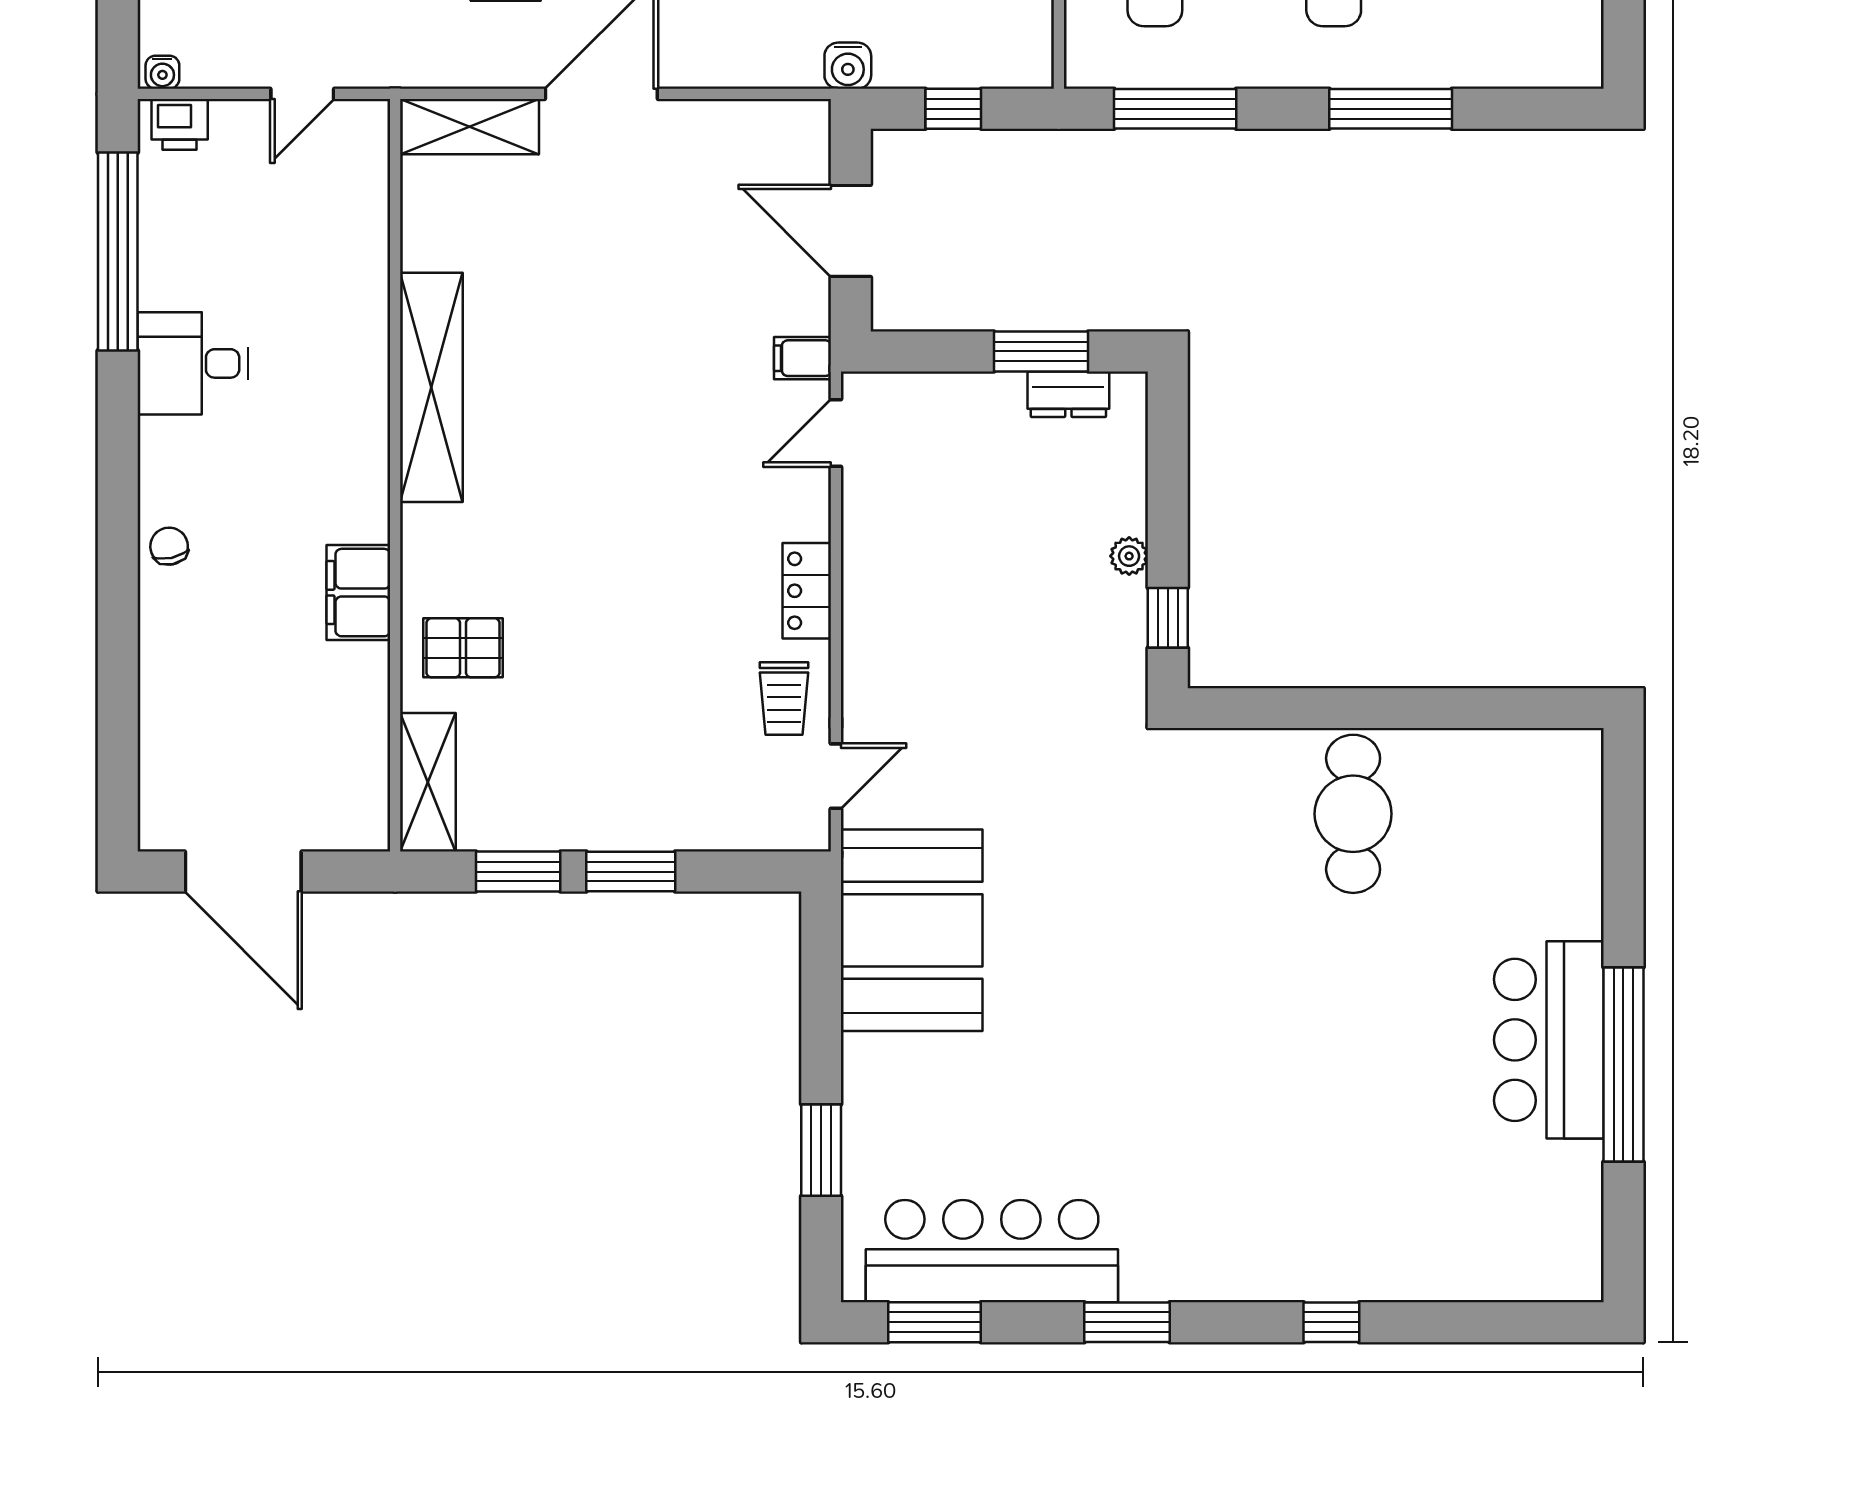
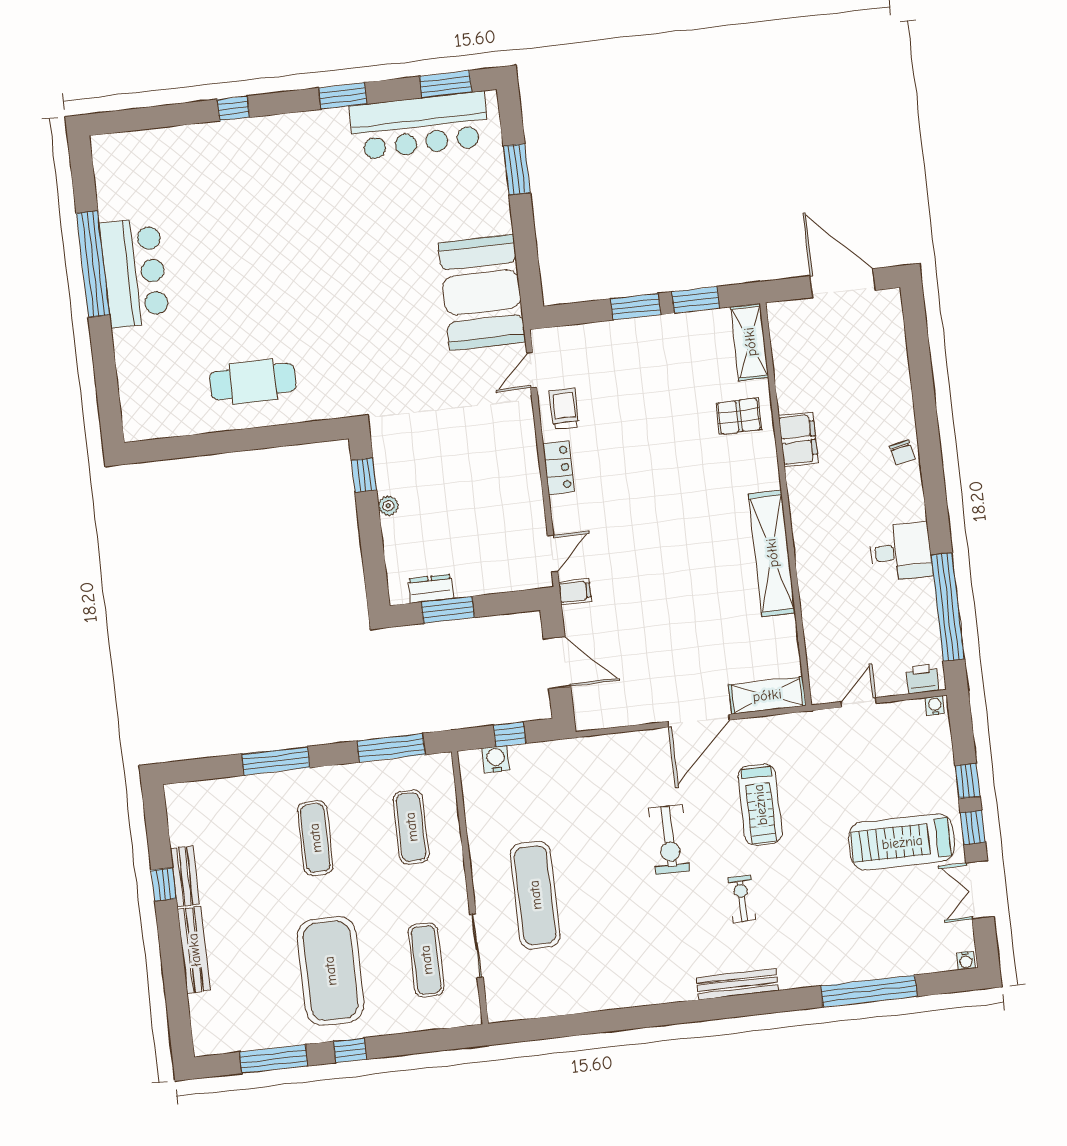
water cooler: (848, 66) -> (496, 759), moved
cafe table: (1353, 814) -> (253, 382), turned 90

